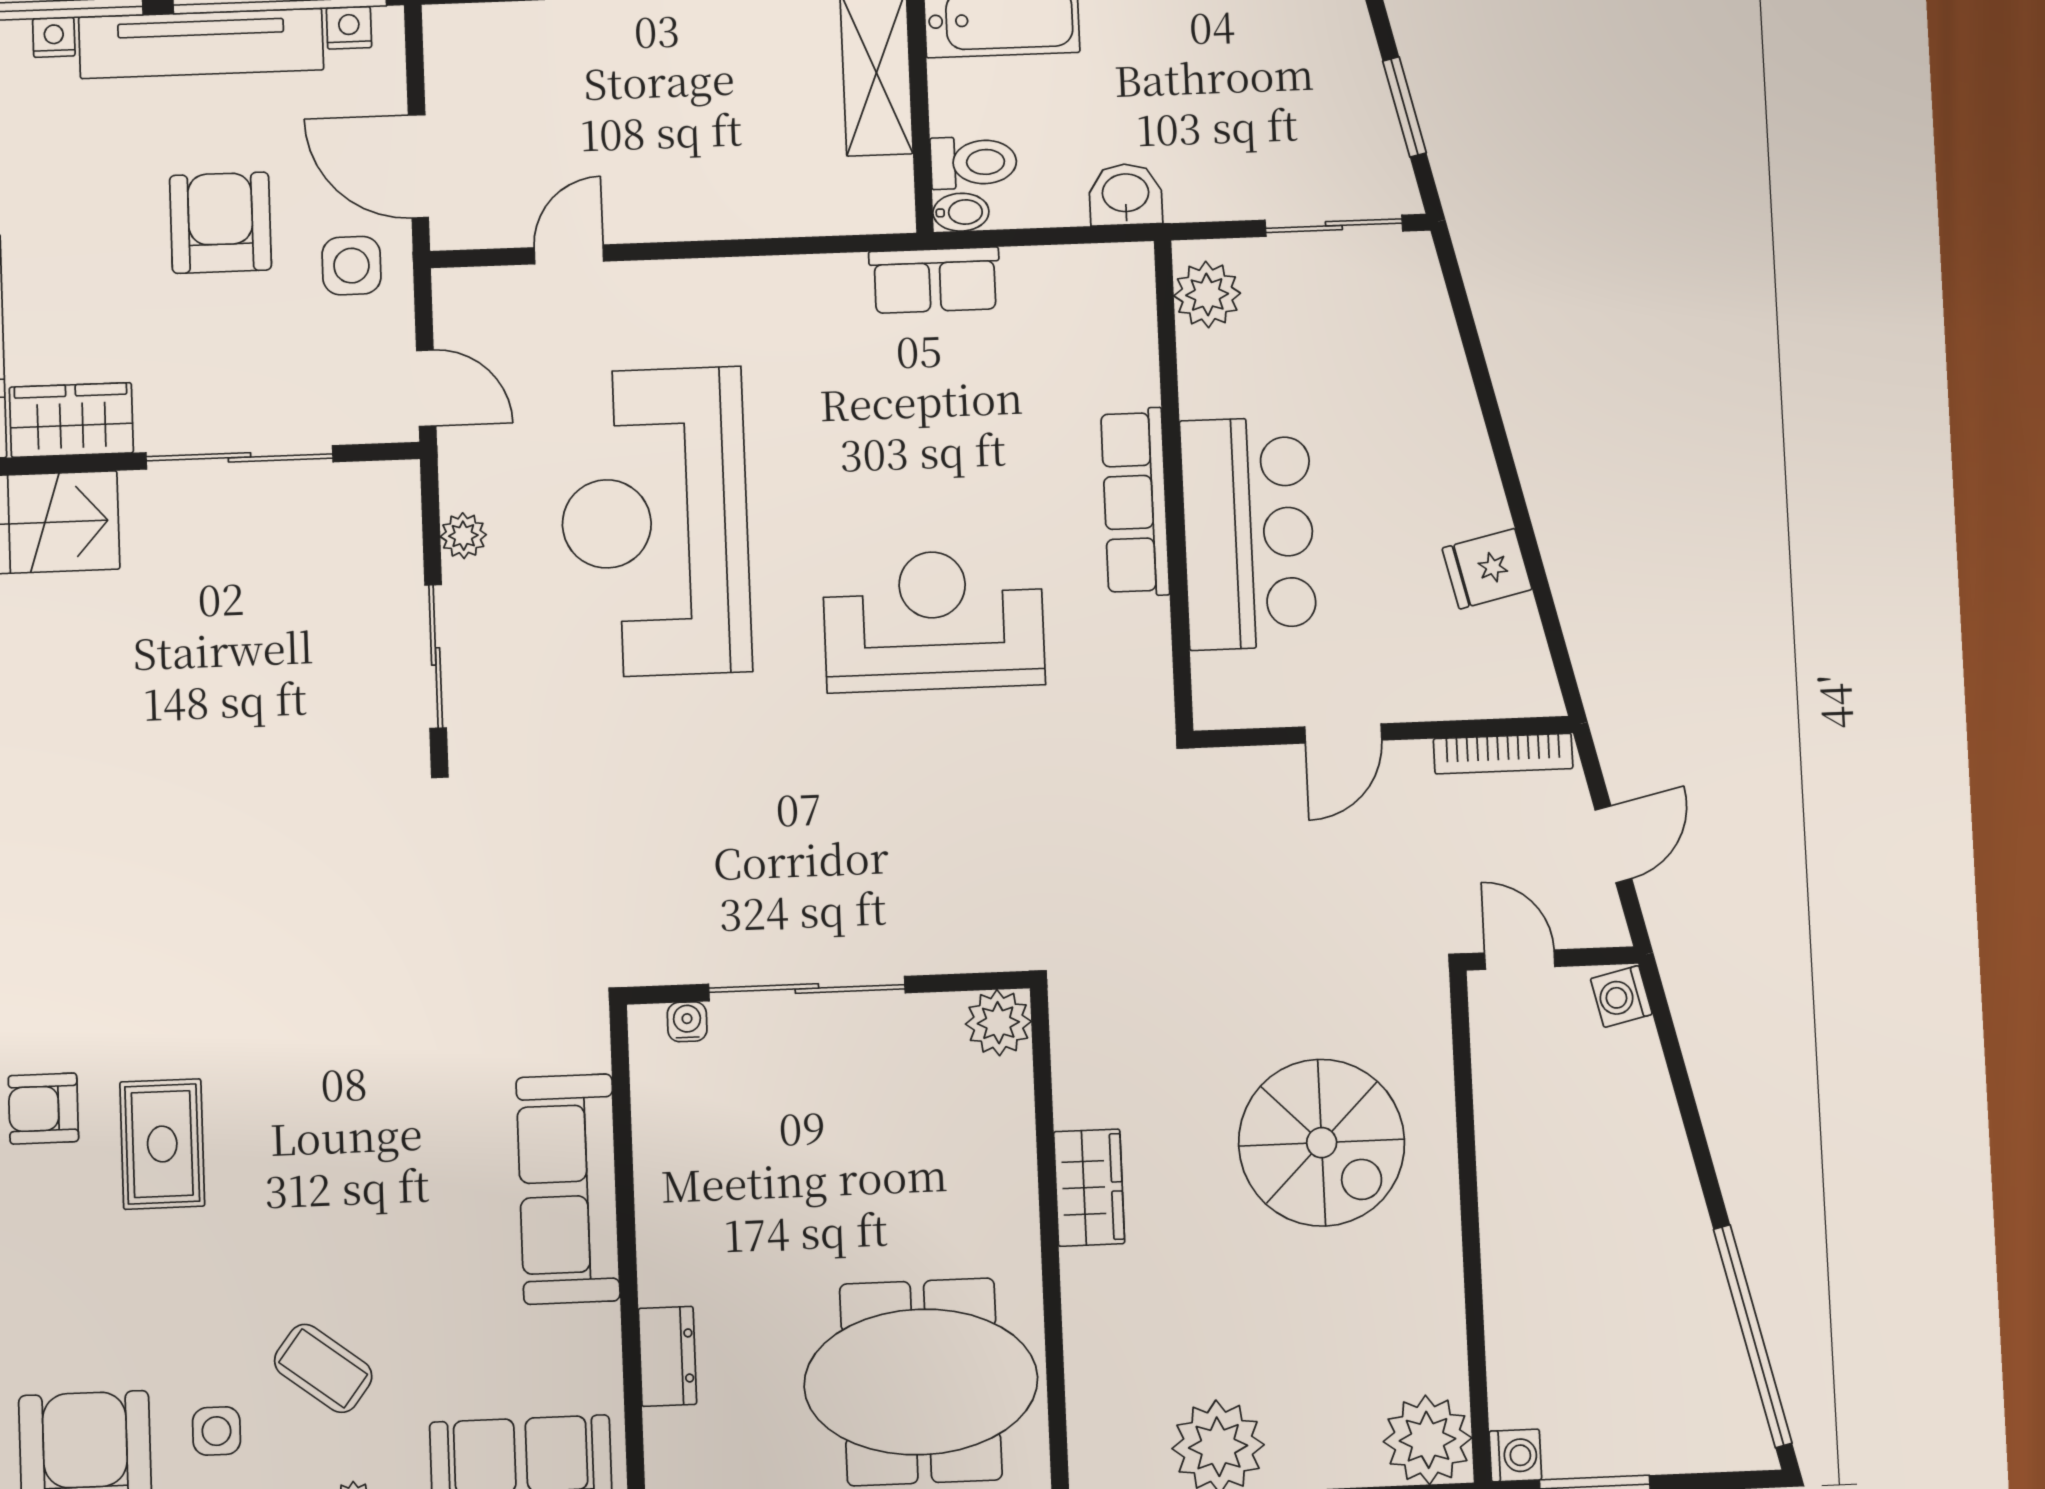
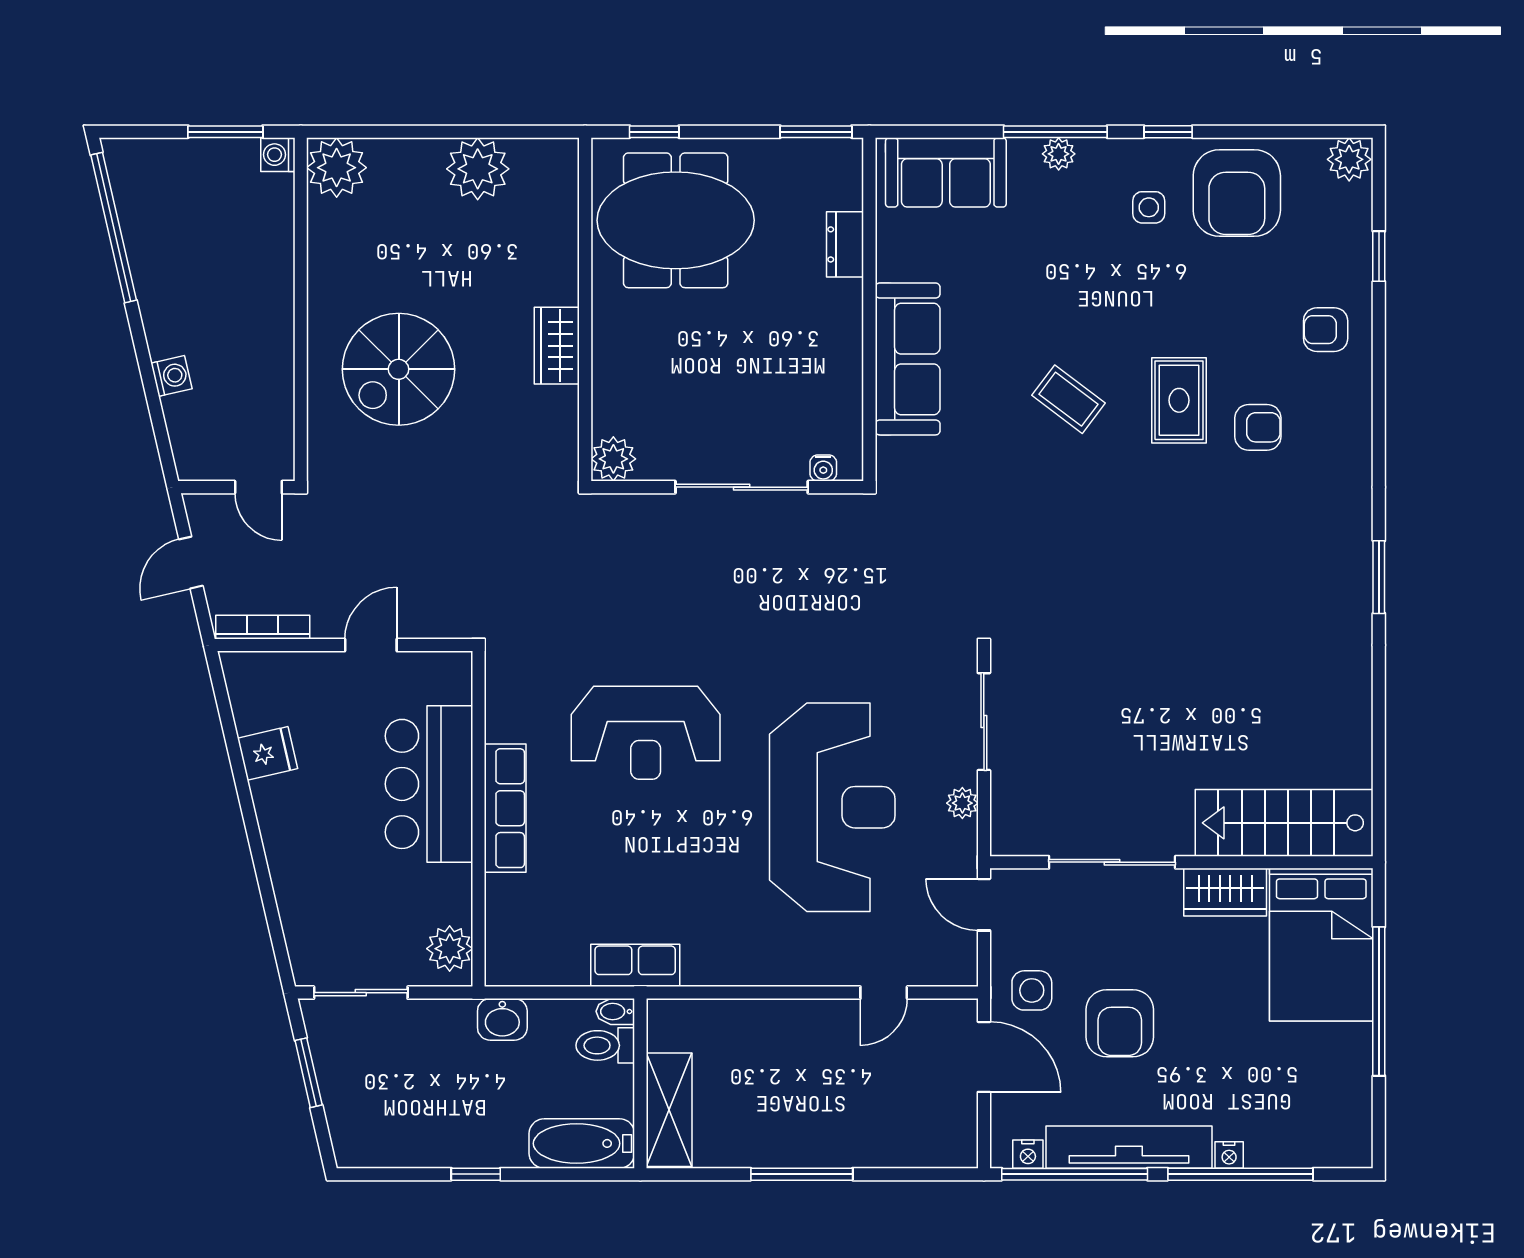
washing machine: (1621, 996) -> (171, 376), moved
spiral stairs: (1322, 1143) -> (399, 369), turned -90
coffee table: (323, 1368) -> (1069, 399), moved

